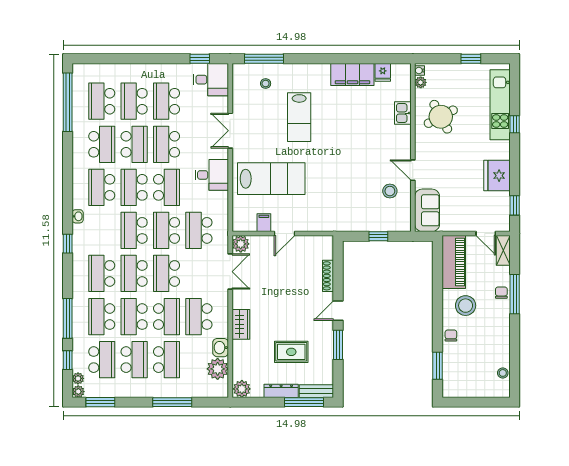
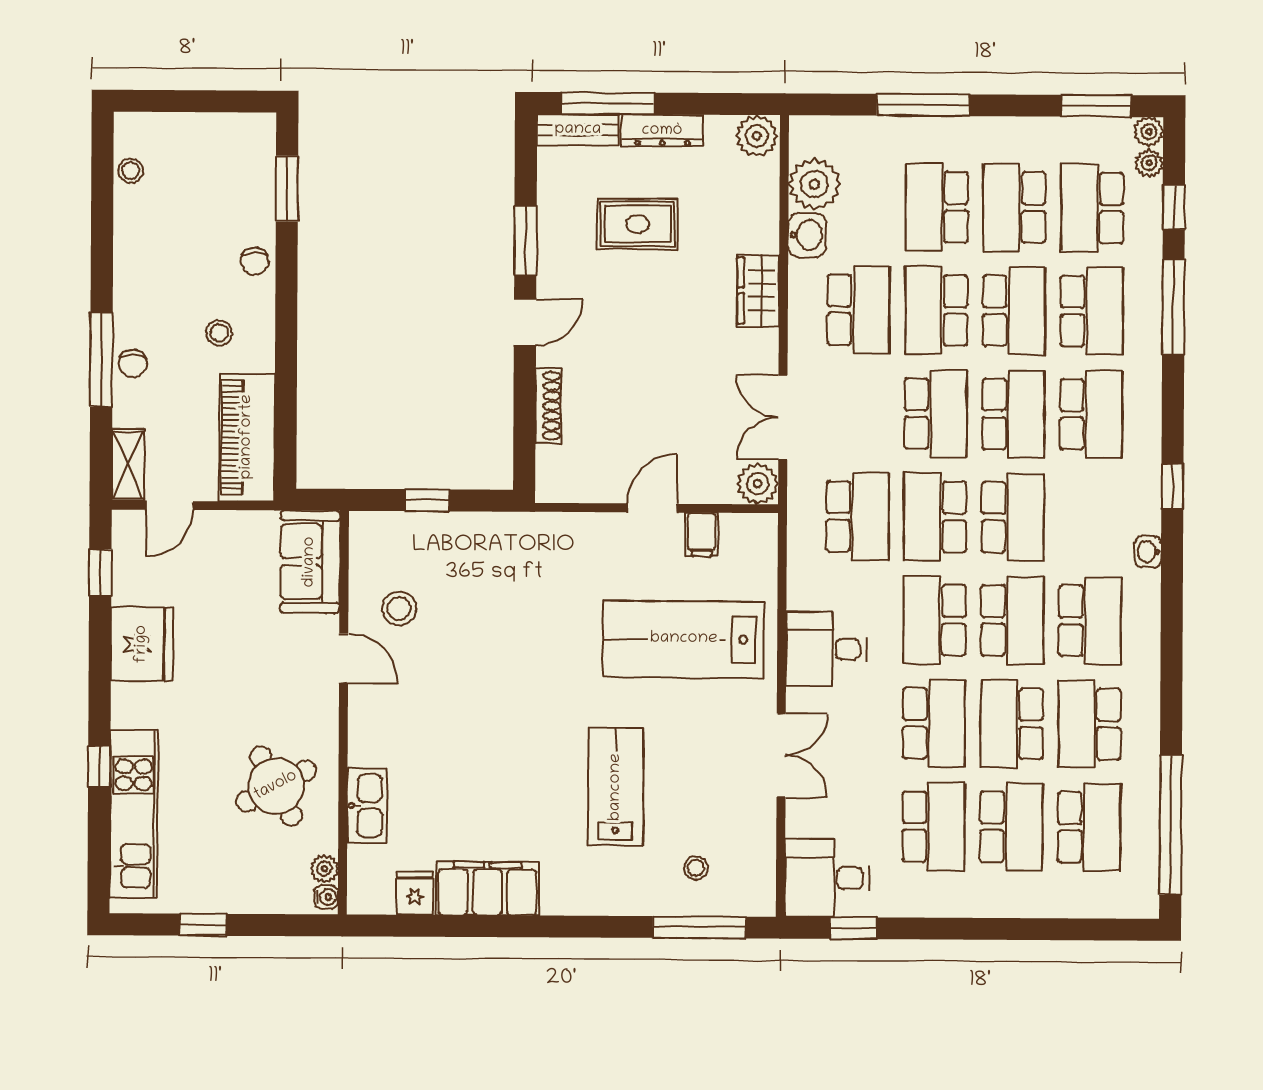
kitchen sink: (403, 113) -> (367, 806), width x1.38
school desk: (167, 230) -> (935, 517), turned 180
door: (486, 233) -> (170, 505), swing flipped
stool: (466, 306) -> (219, 333), width x0.53, depth x0.53

